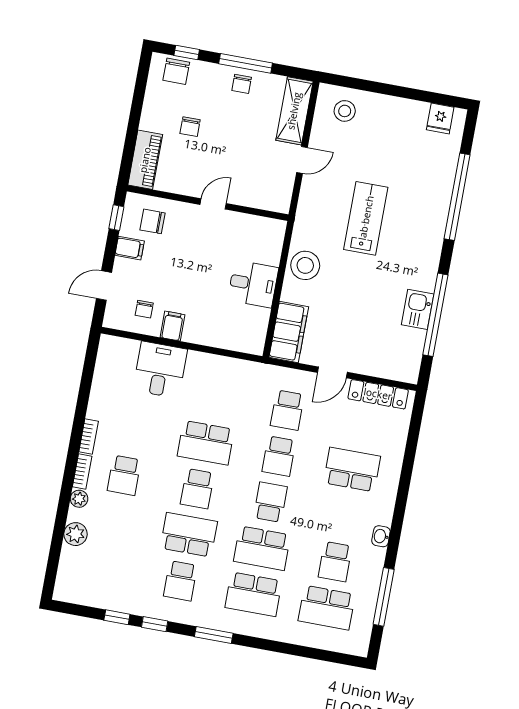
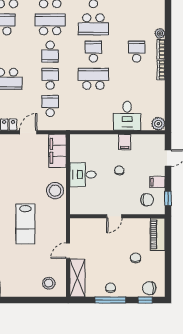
chair: (176, 71) -> (149, 288), turned -93
chair: (144, 309) -> (119, 170), moved
plant: (76, 534) -> (158, 124), moved

